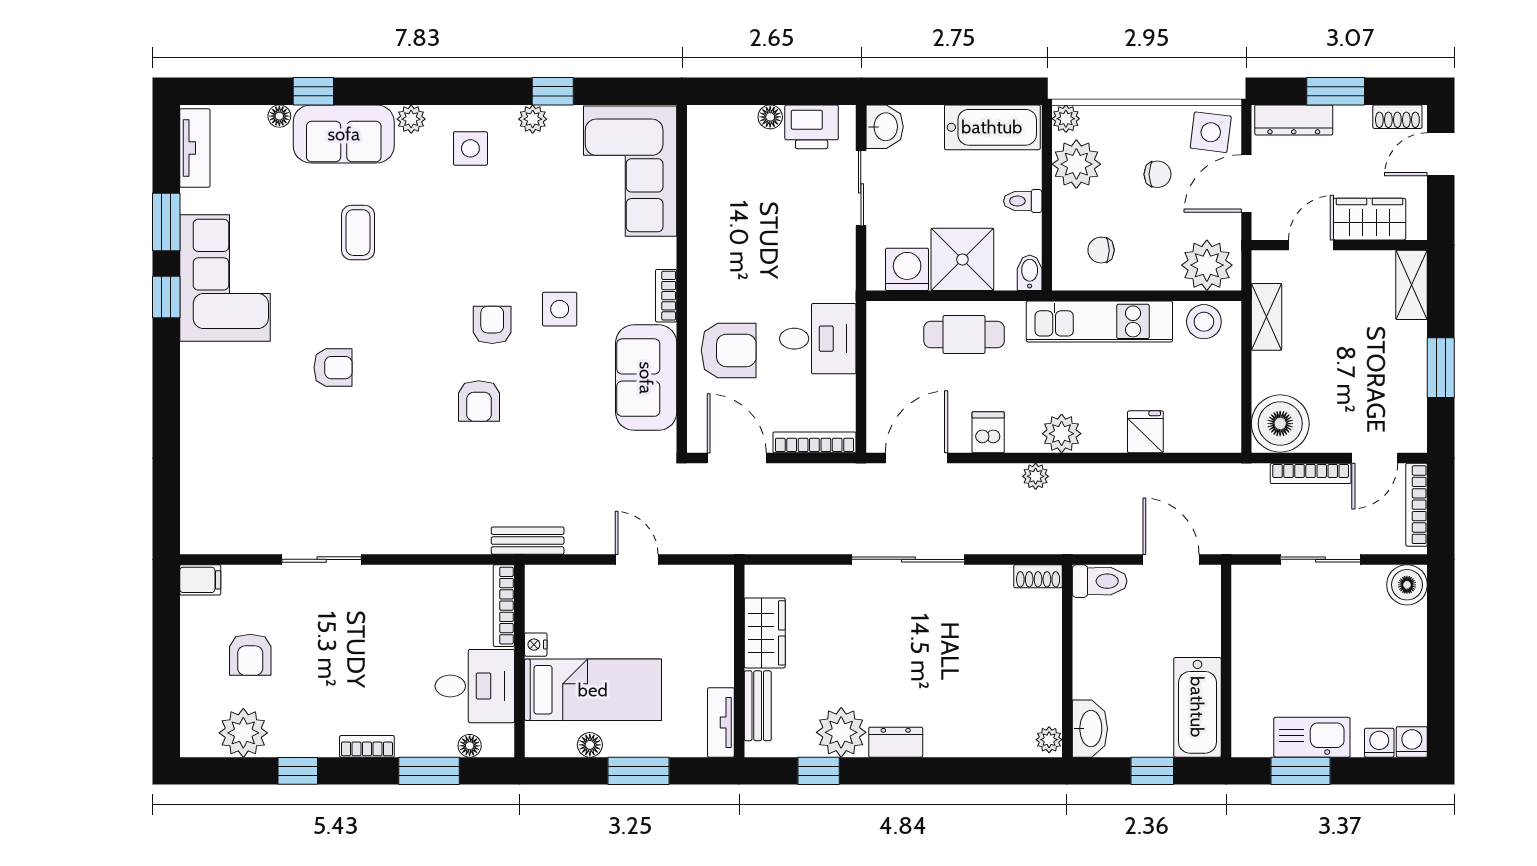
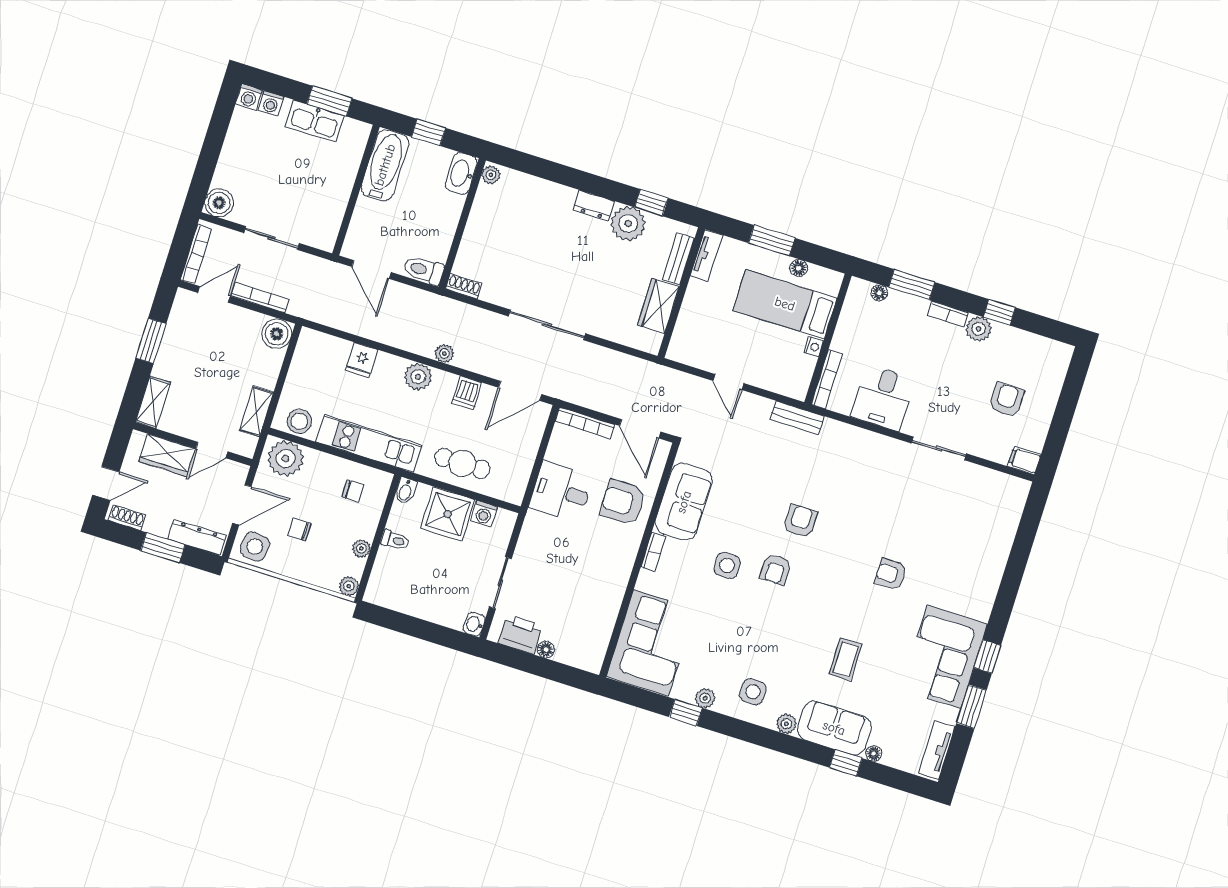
washbasin: (885, 127) -> (474, 624), width x0.72, depth x0.69
bathtub: (992, 127) -> (400, 596), removed
plant: (1076, 164) -> (361, 548), width x0.53, depth x0.53
washing machine: (907, 269) -> (484, 514), width x0.73, depth x0.73
boiler: (1280, 424) -> (277, 334), width x0.73, depth x0.73
desk: (475, 686) -> (883, 398), moved, turned -90
plant: (243, 733) -> (978, 329), moved, width x0.73, depth x0.73

